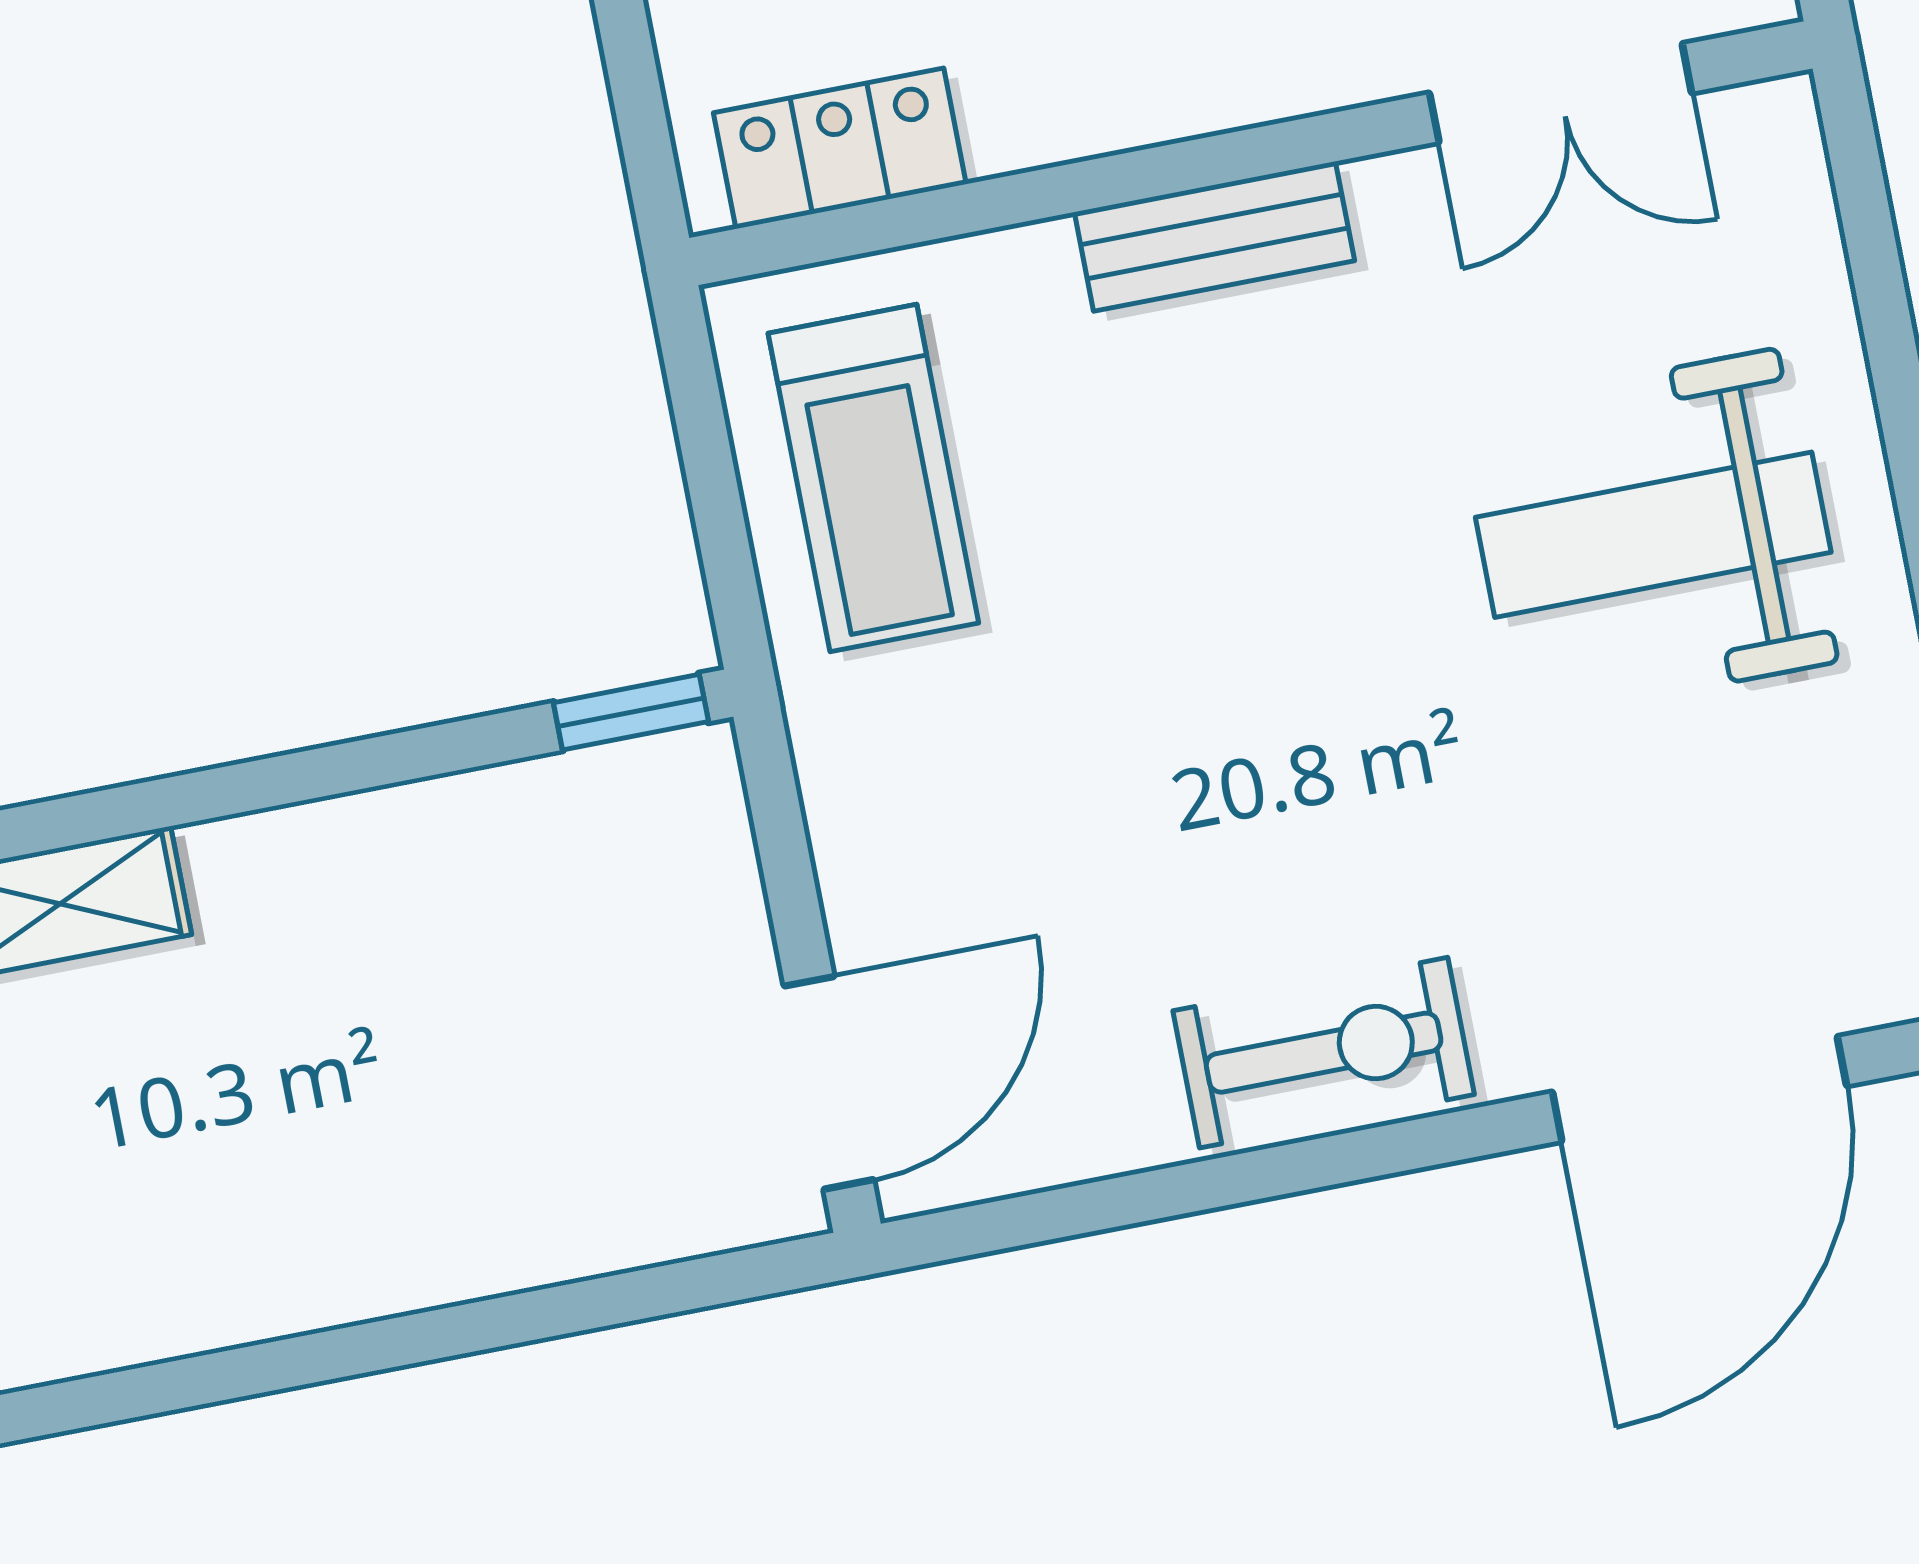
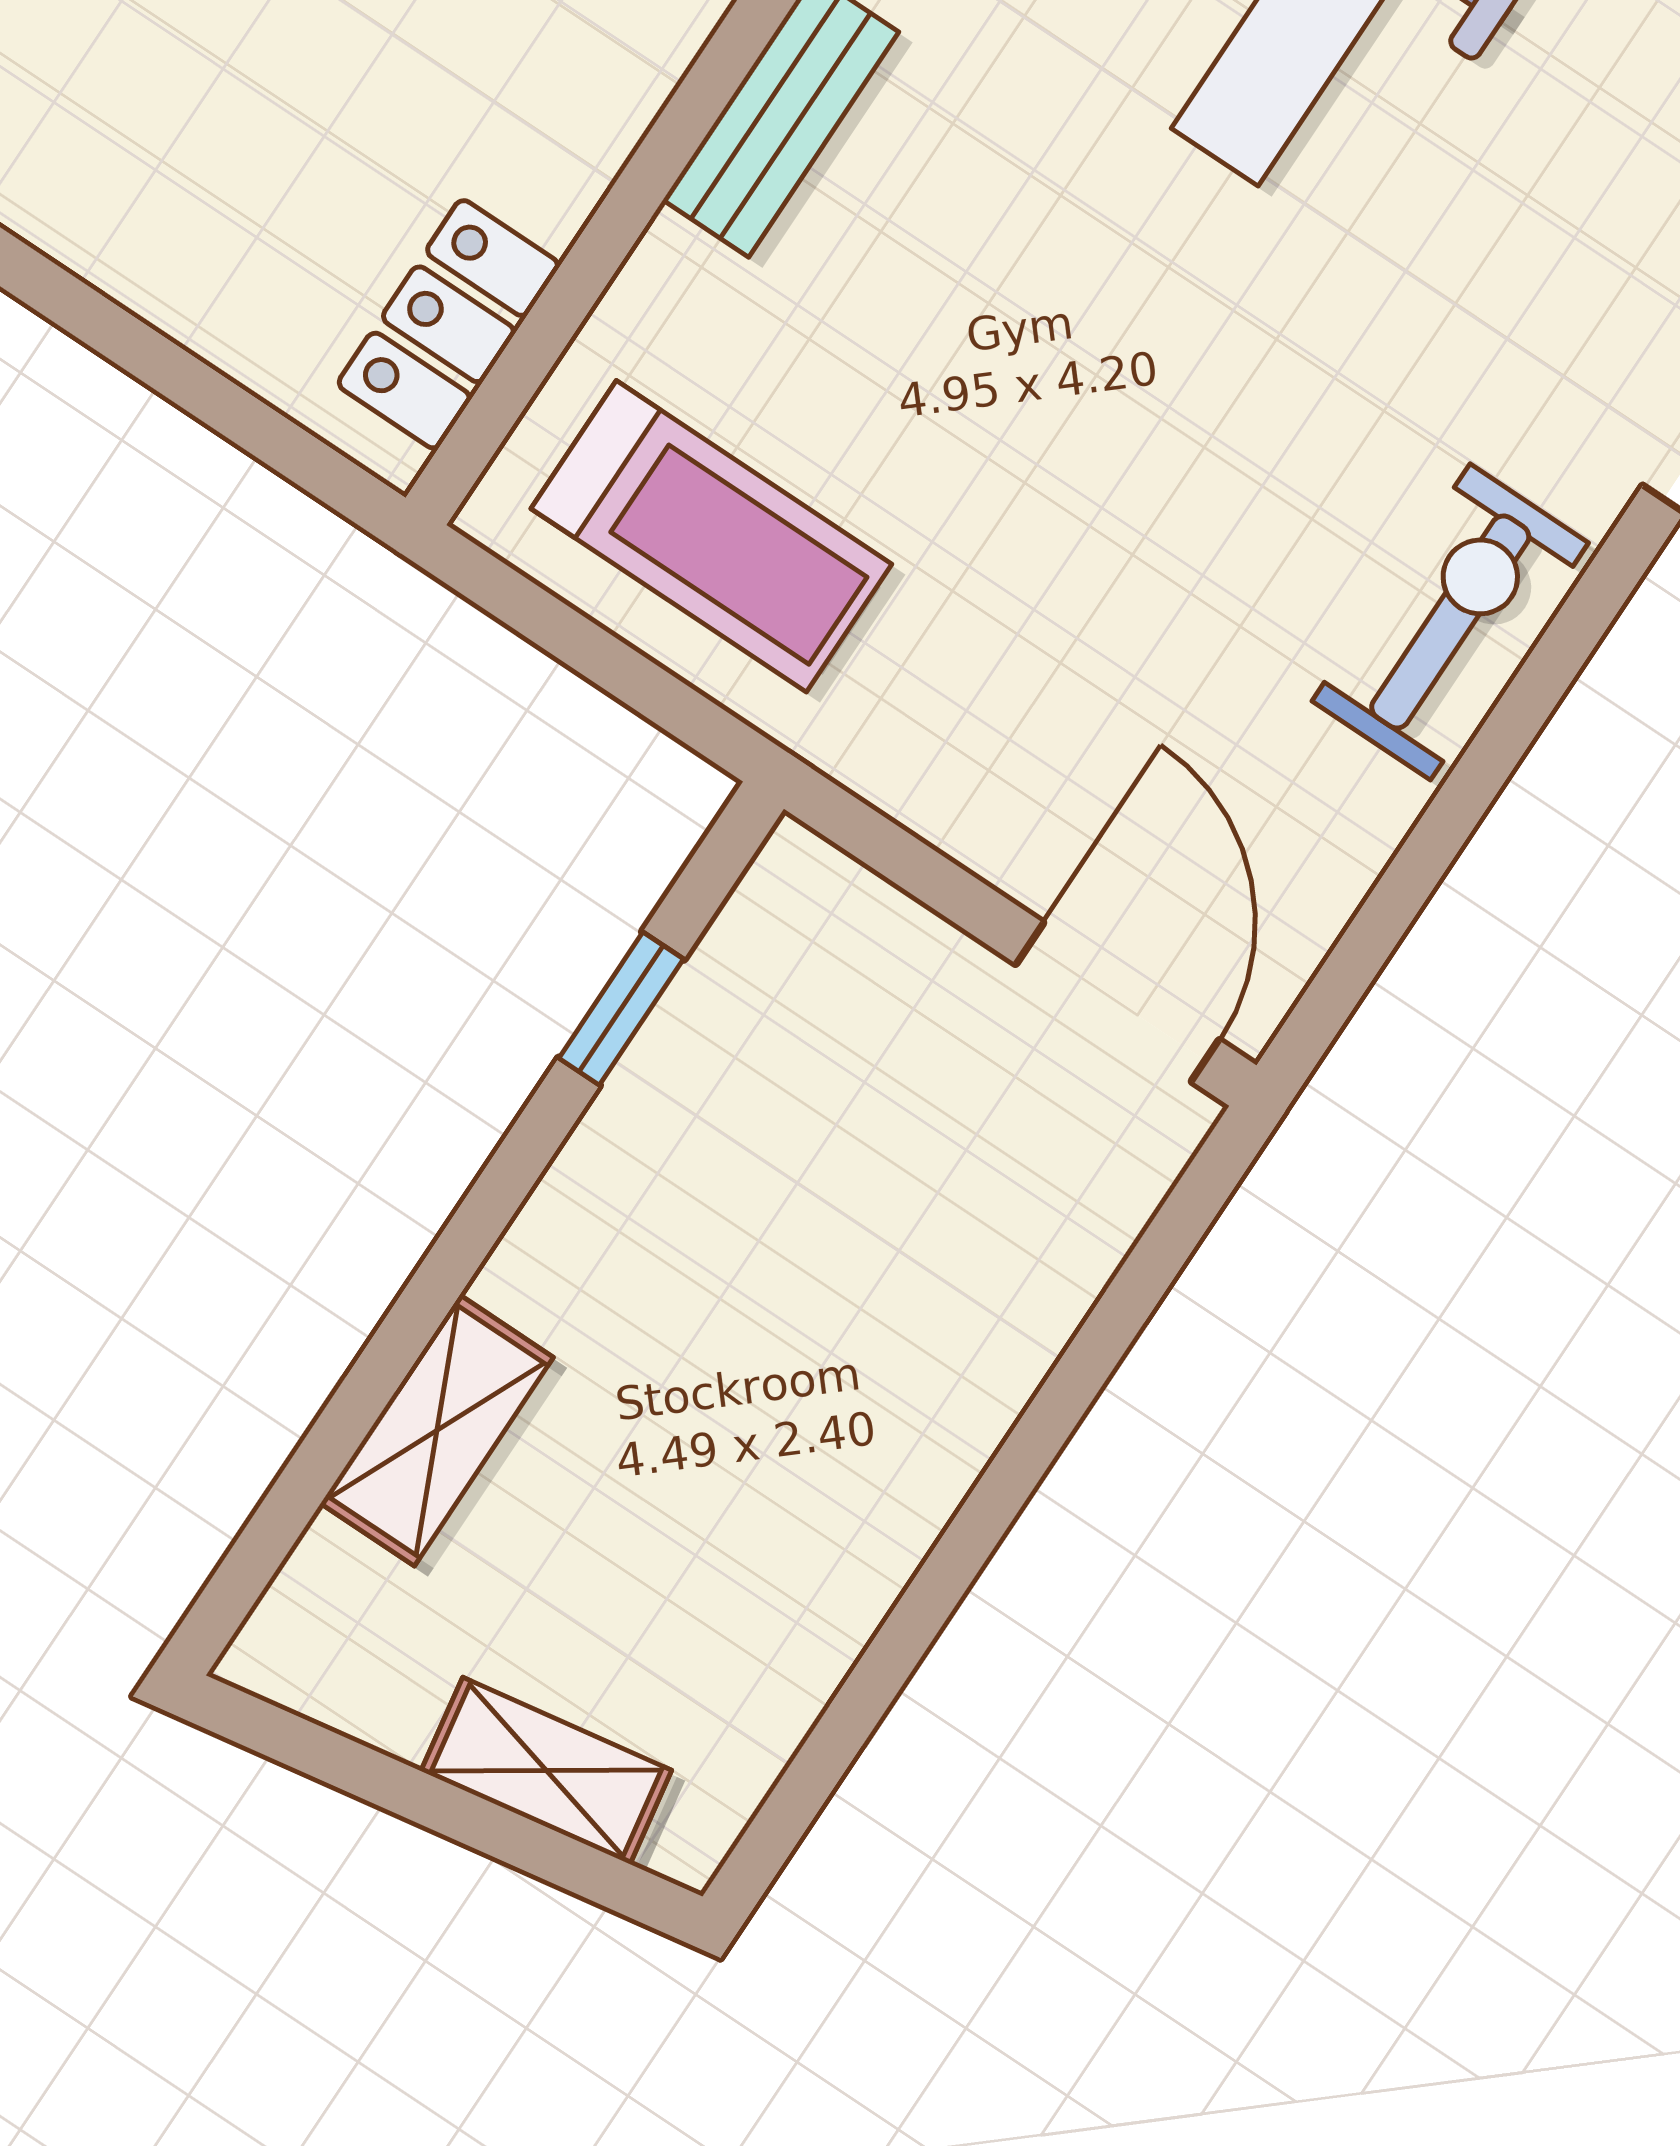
window: (631, 712) -> (621, 1008), moved

